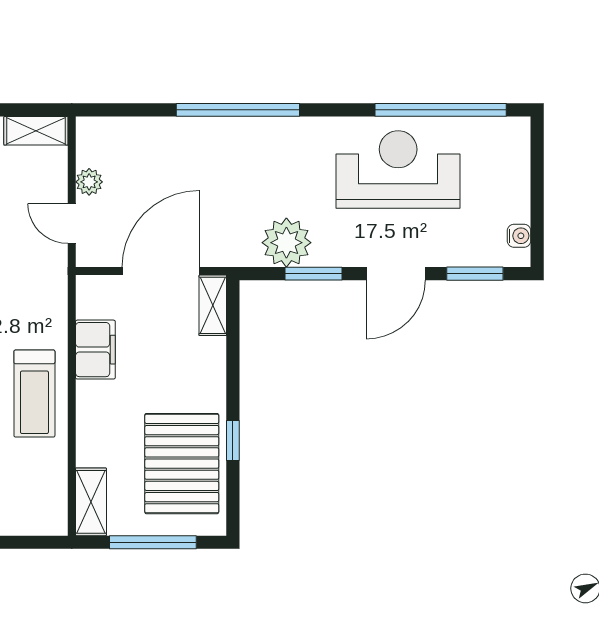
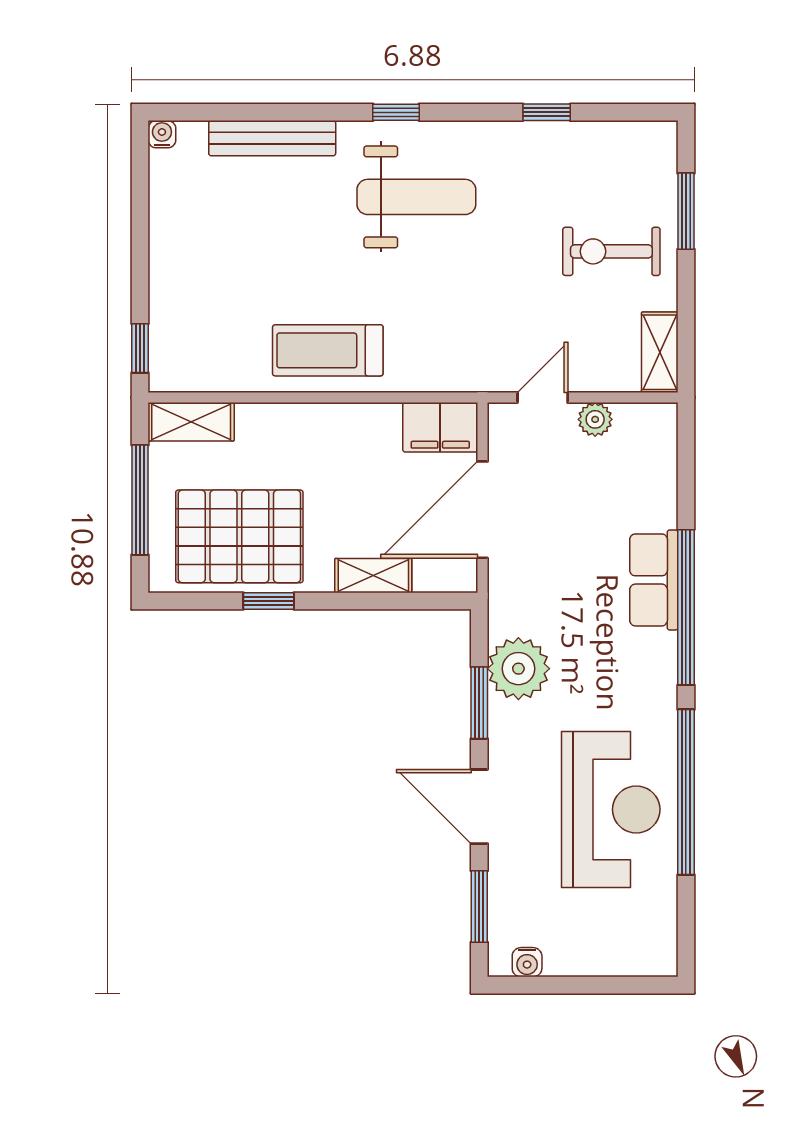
window: (441, 110) -> (686, 792), moved
row of seats: (216, 135) -> (654, 580), added
door: (161, 271) -> (482, 510), swing flipped
shelving: (213, 305) -> (373, 576), moved
filing cabinet: (95, 350) -> (440, 427), moved
window: (33, 542) -> (140, 348), added

